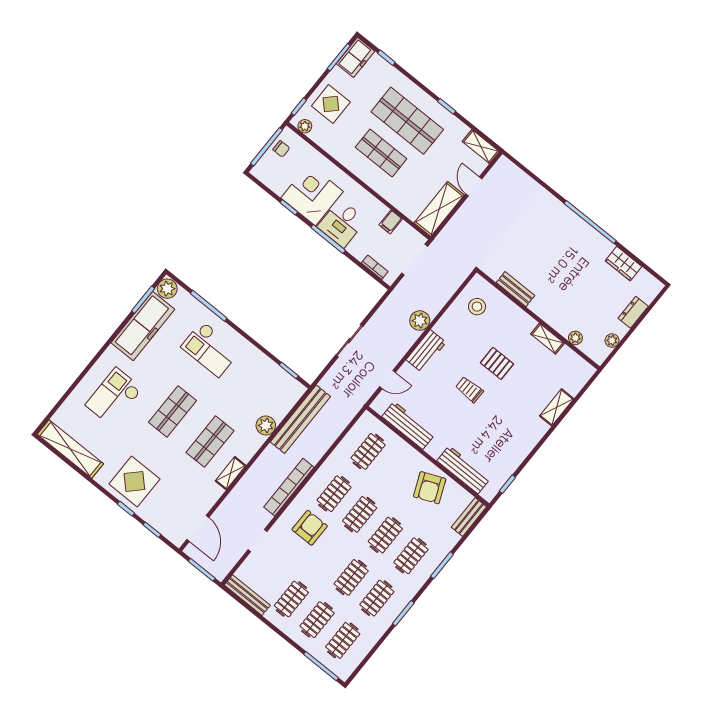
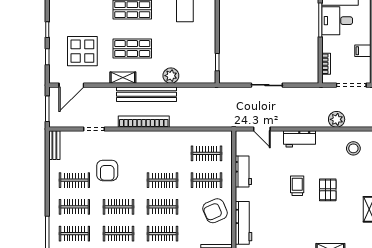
plant: (420, 321) -> (337, 119), moved
bench: (300, 419) -> (146, 94), moved
workbench: (408, 425) -> (243, 171), width x0.73
display table: (134, 482) -> (82, 51), moved
clothes rail: (334, 494) -> (207, 180), moved
armchair: (310, 528) -> (107, 170), moved, turned 90
bench: (247, 595) -> (54, 145), width x0.73

